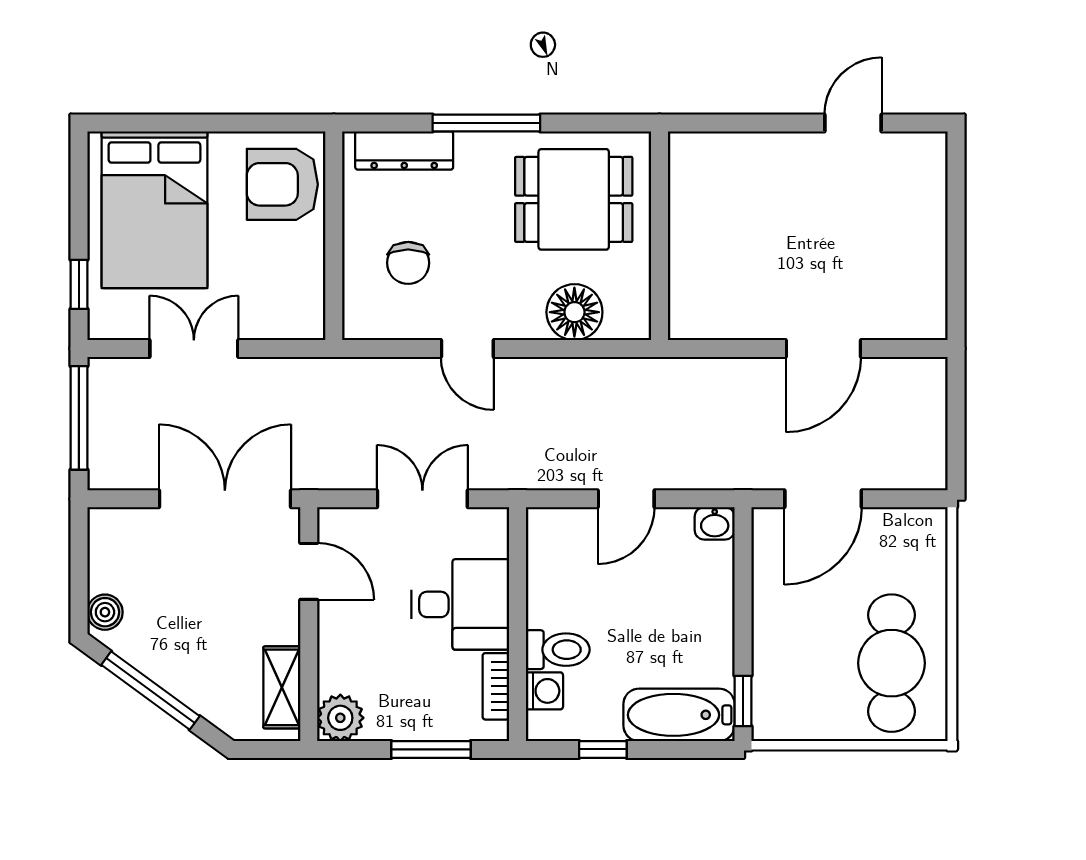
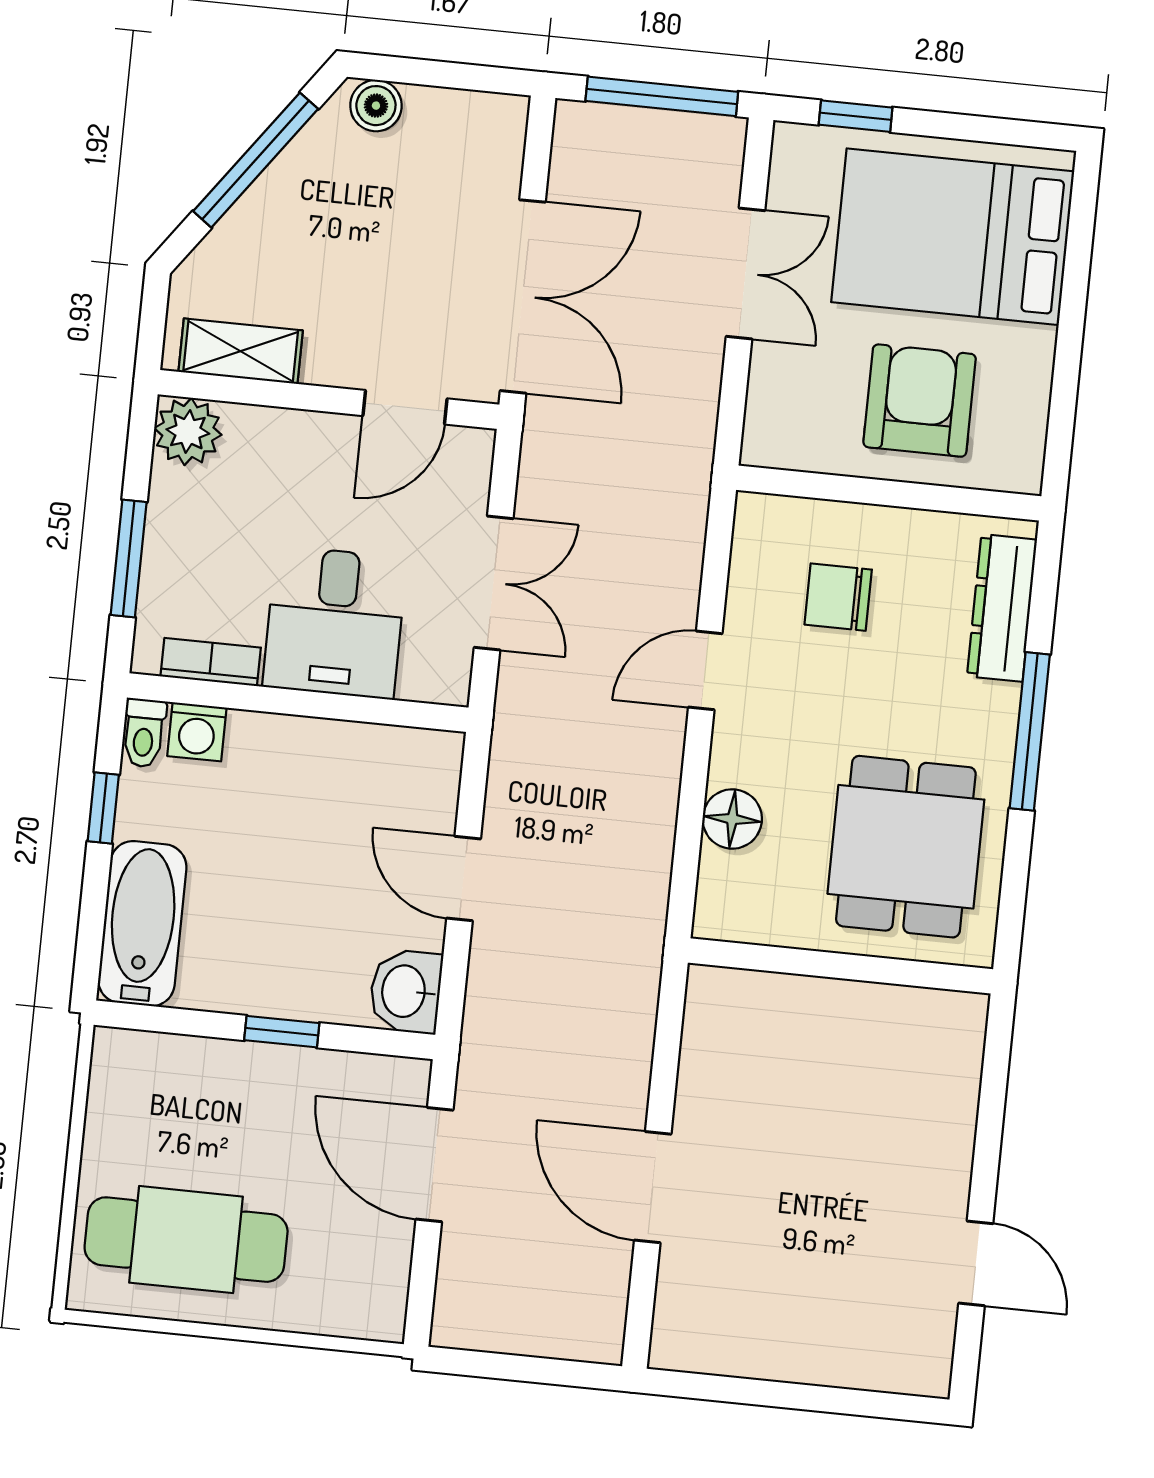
armchair: (282, 184) -> (920, 401), moved
floor lamp: (574, 312) -> (732, 819), width x0.73, depth x0.73
washbasin: (715, 523) -> (406, 991), width x1.38, depth x1.45
toilet: (558, 650) -> (144, 733), moved, width x0.73, depth x0.72
window: (743, 701) -> (282, 1032), moved

